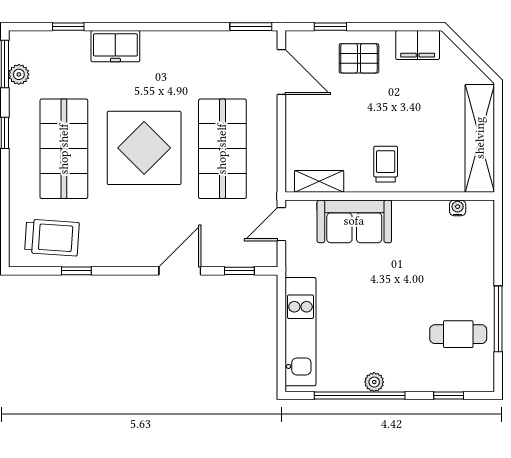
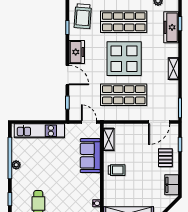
shelving: (166, 41) -> (173, 69), added
freezer: (115, 46) -> (171, 27), moved, width x1.40
freezer: (130, 251) -> (77, 52), added

